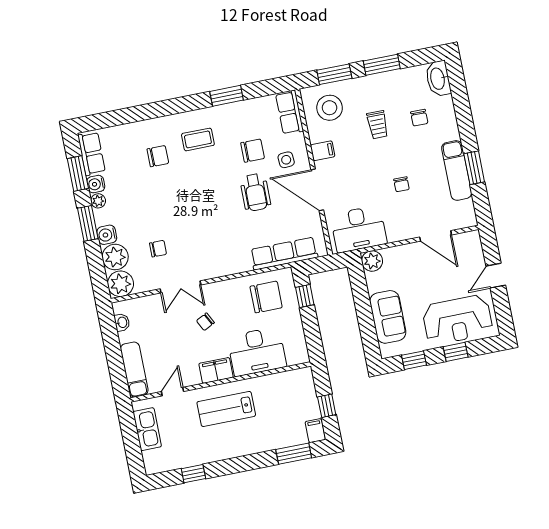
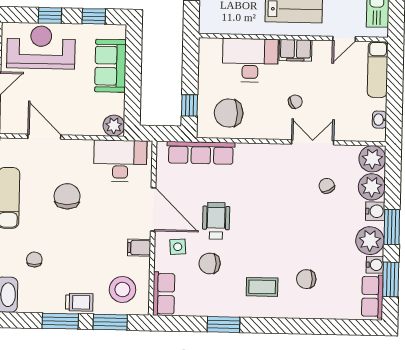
trolley: (378, 125) -> (79, 302), moved, turned 90
chair: (402, 184) -> (67, 196), width x1.87, depth x1.87
plant: (98, 201) -> (370, 241), width x1.88, depth x1.88
chair: (158, 249) -> (327, 186), turned 62

